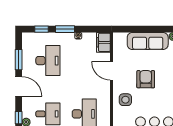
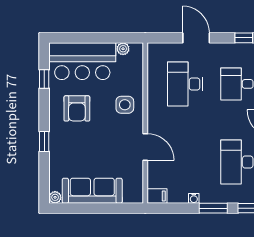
filing cabinet: (103, 42) -> (157, 196), width x0.50
armchair: (146, 79) -> (77, 108), moved

